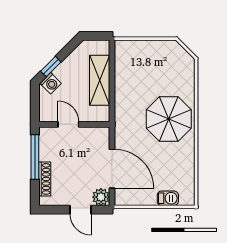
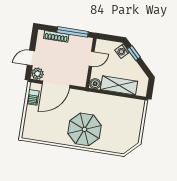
boiler: (102, 114) -> (95, 84), added
barbecue: (168, 198) -> (33, 97), moved

